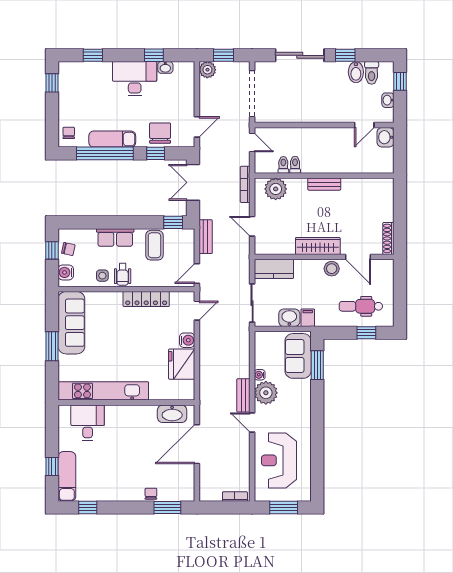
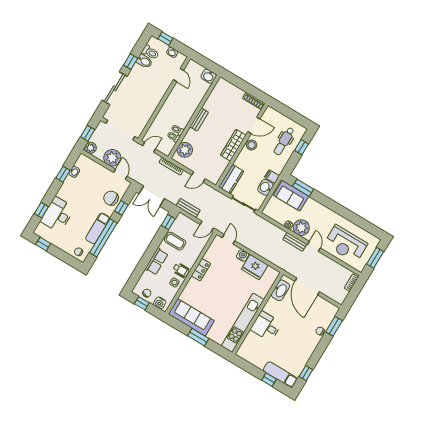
desk: (135, 79) -> (57, 215), moved
plant: (211, 104) -> (112, 158), added
washbasin: (386, 137) -> (209, 76), moved
door: (197, 274) -> (207, 226), hinge flipped
locker: (146, 299) -> (201, 270), width x0.66
door: (252, 422) -> (314, 246), swing flipped
desk: (88, 423) -> (266, 326), moved

